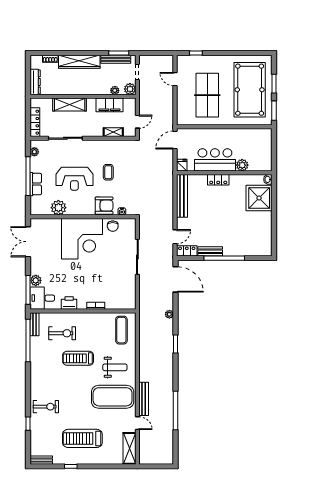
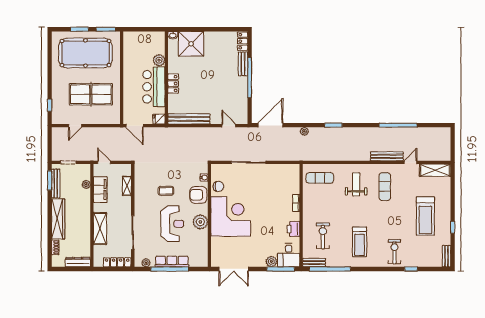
plant: (130, 89) -> (85, 170), removed
door: (137, 122) -> (104, 162), moved
row of seats: (36, 184) -> (172, 262), width x1.48
armchair: (104, 206) -> (198, 195), turned -90
plant: (58, 208) -> (200, 222), moved
locker: (187, 251) -> (243, 41), moved
bench: (210, 251) -> (243, 64), moved
treadmill: (78, 358) -> (360, 242), moved
exercise mat: (113, 397) -> (385, 187), width x0.50, depth x0.69

